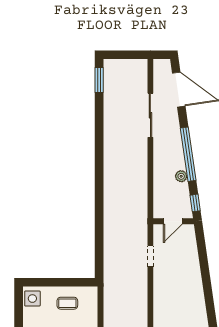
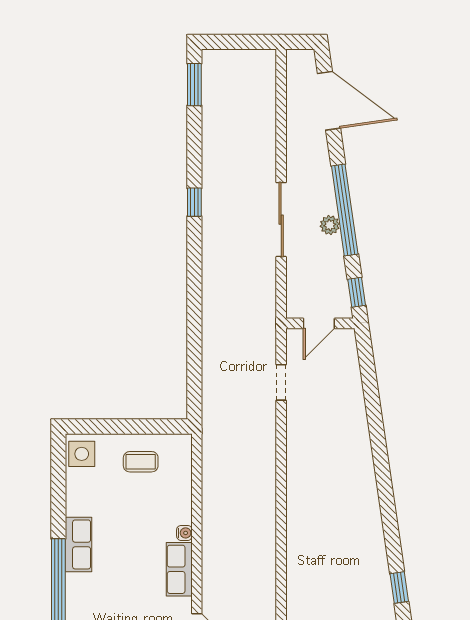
sliding door: (150, 115) -> (281, 220), moved
window: (99, 150) -> (194, 202), added
plant: (181, 176) -> (330, 225), moved

